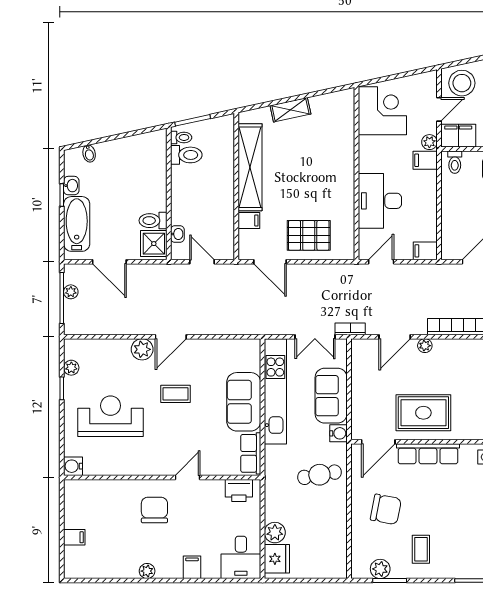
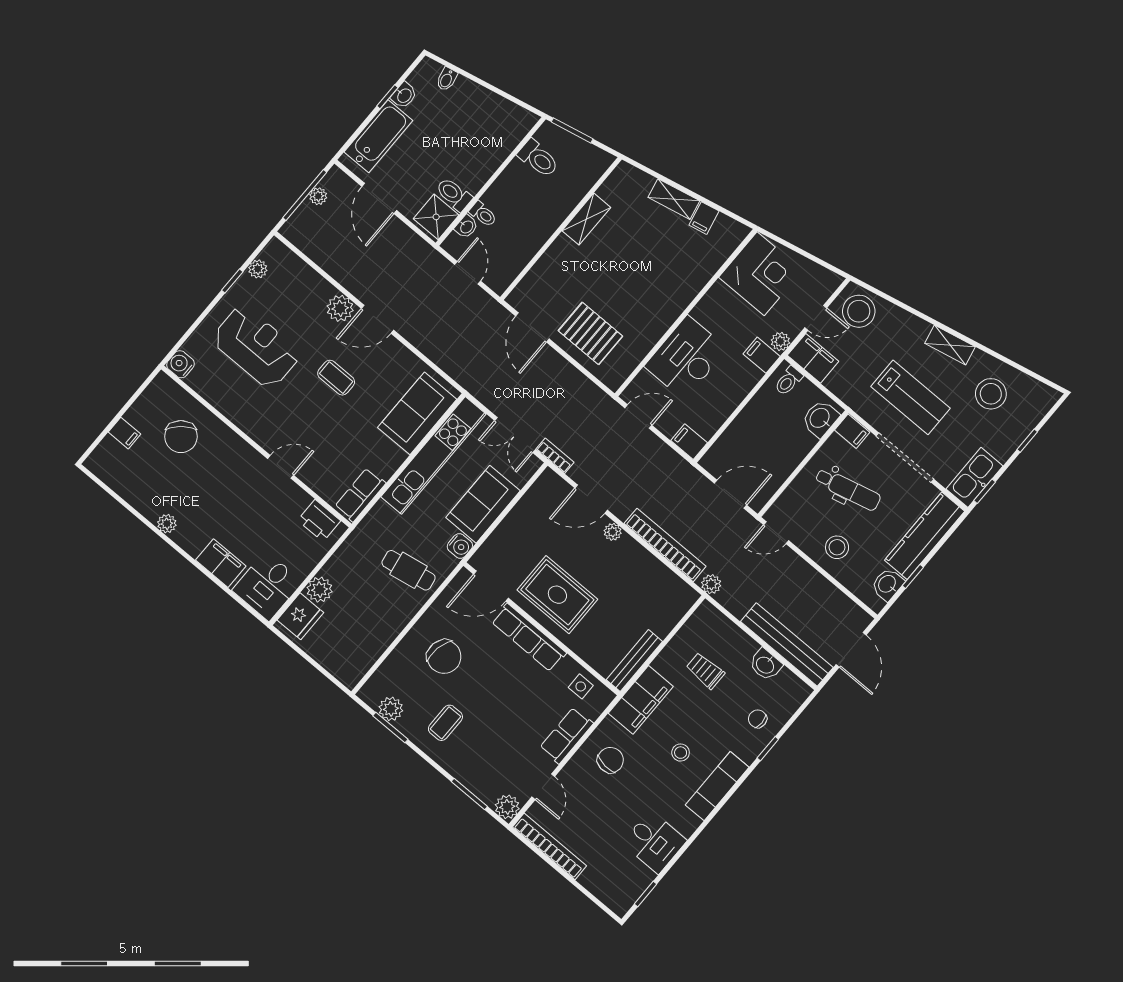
toilet: (181, 137) -> (483, 214), moved
shelving: (250, 167) -> (586, 219), width x0.45, depth x0.75
filing cabinet: (249, 220) -> (704, 218), moved, turned 78
sofa: (244, 402) -> (417, 413), moved
chair: (154, 510) -> (181, 437), moved, turned 140
filing cabinet: (192, 567) -> (221, 563), width x2.00

